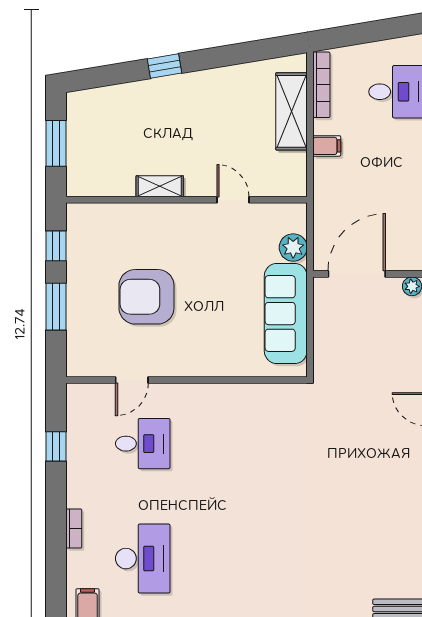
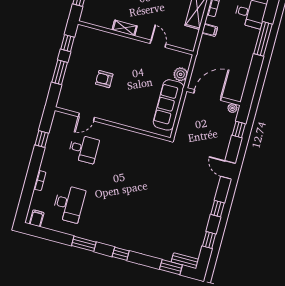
armchair: (146, 297) -> (104, 79), width x0.53, depth x0.53

